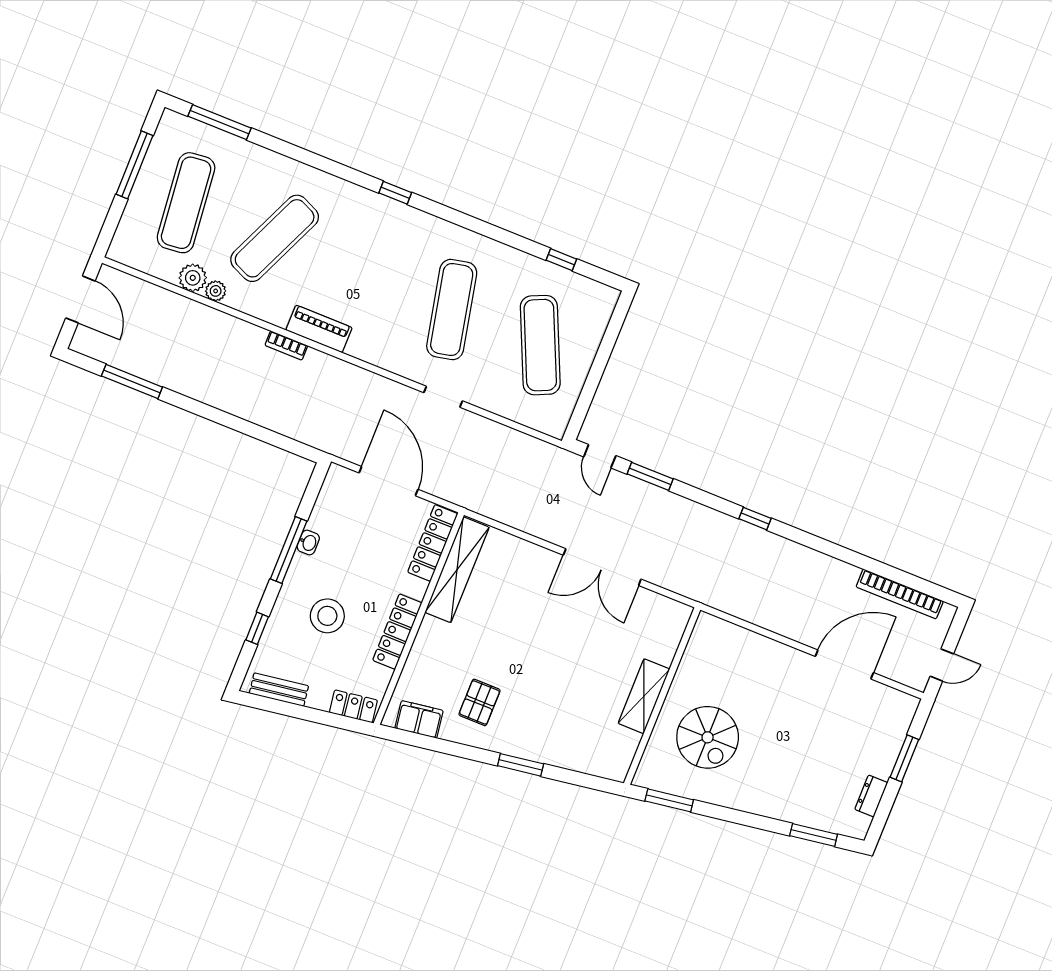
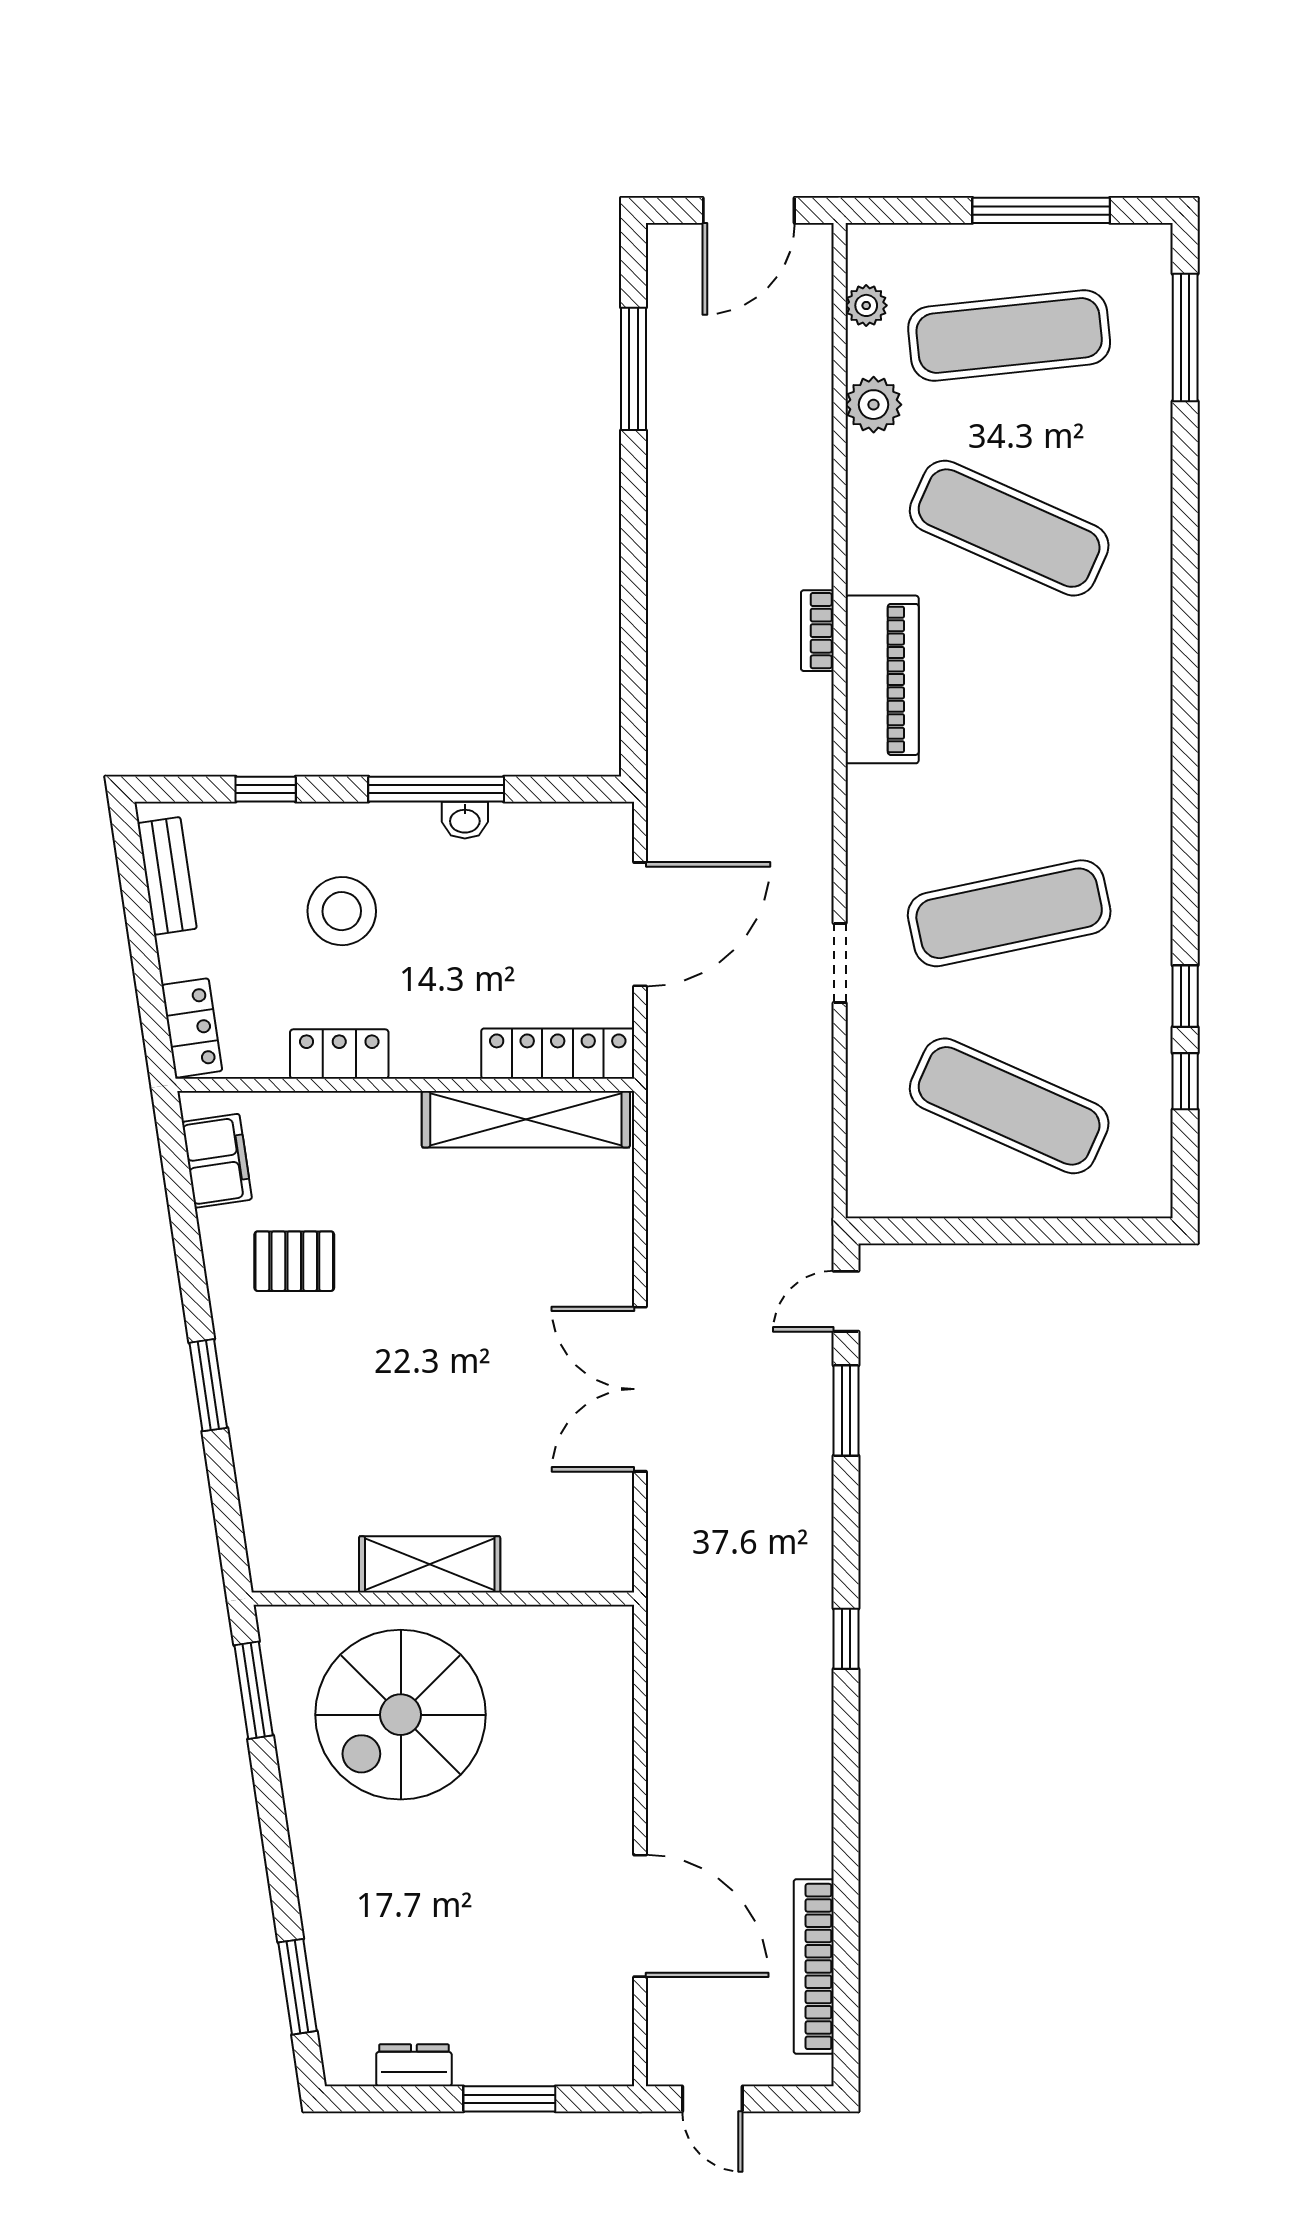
window: (395, 193) -> (1185, 996), moved
plant: (216, 291) -> (866, 305), moved
piano: (319, 329) -> (882, 679), width x1.37, depth x1.33
exercise mat: (540, 345) -> (1009, 1106), turned 48
locker: (397, 632) -> (339, 1054), width x0.66
spiral stairs: (708, 737) -> (401, 1715), width x1.37, depth x1.37

